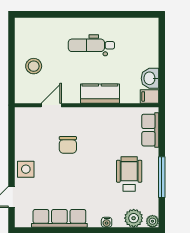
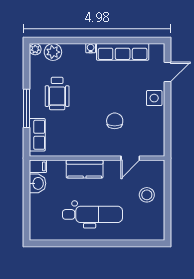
dental chair: (91, 45) -> (93, 214), width x1.36, depth x1.38
window: (162, 177) -> (27, 108), moved
water cooler: (107, 222) -> (91, 48), moved

